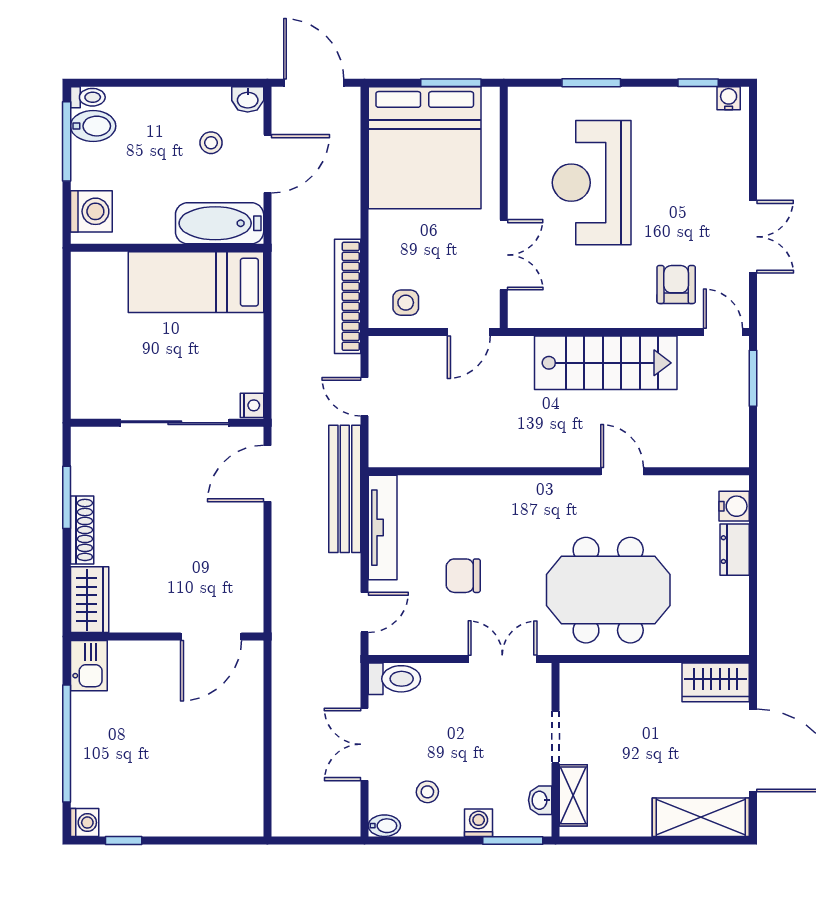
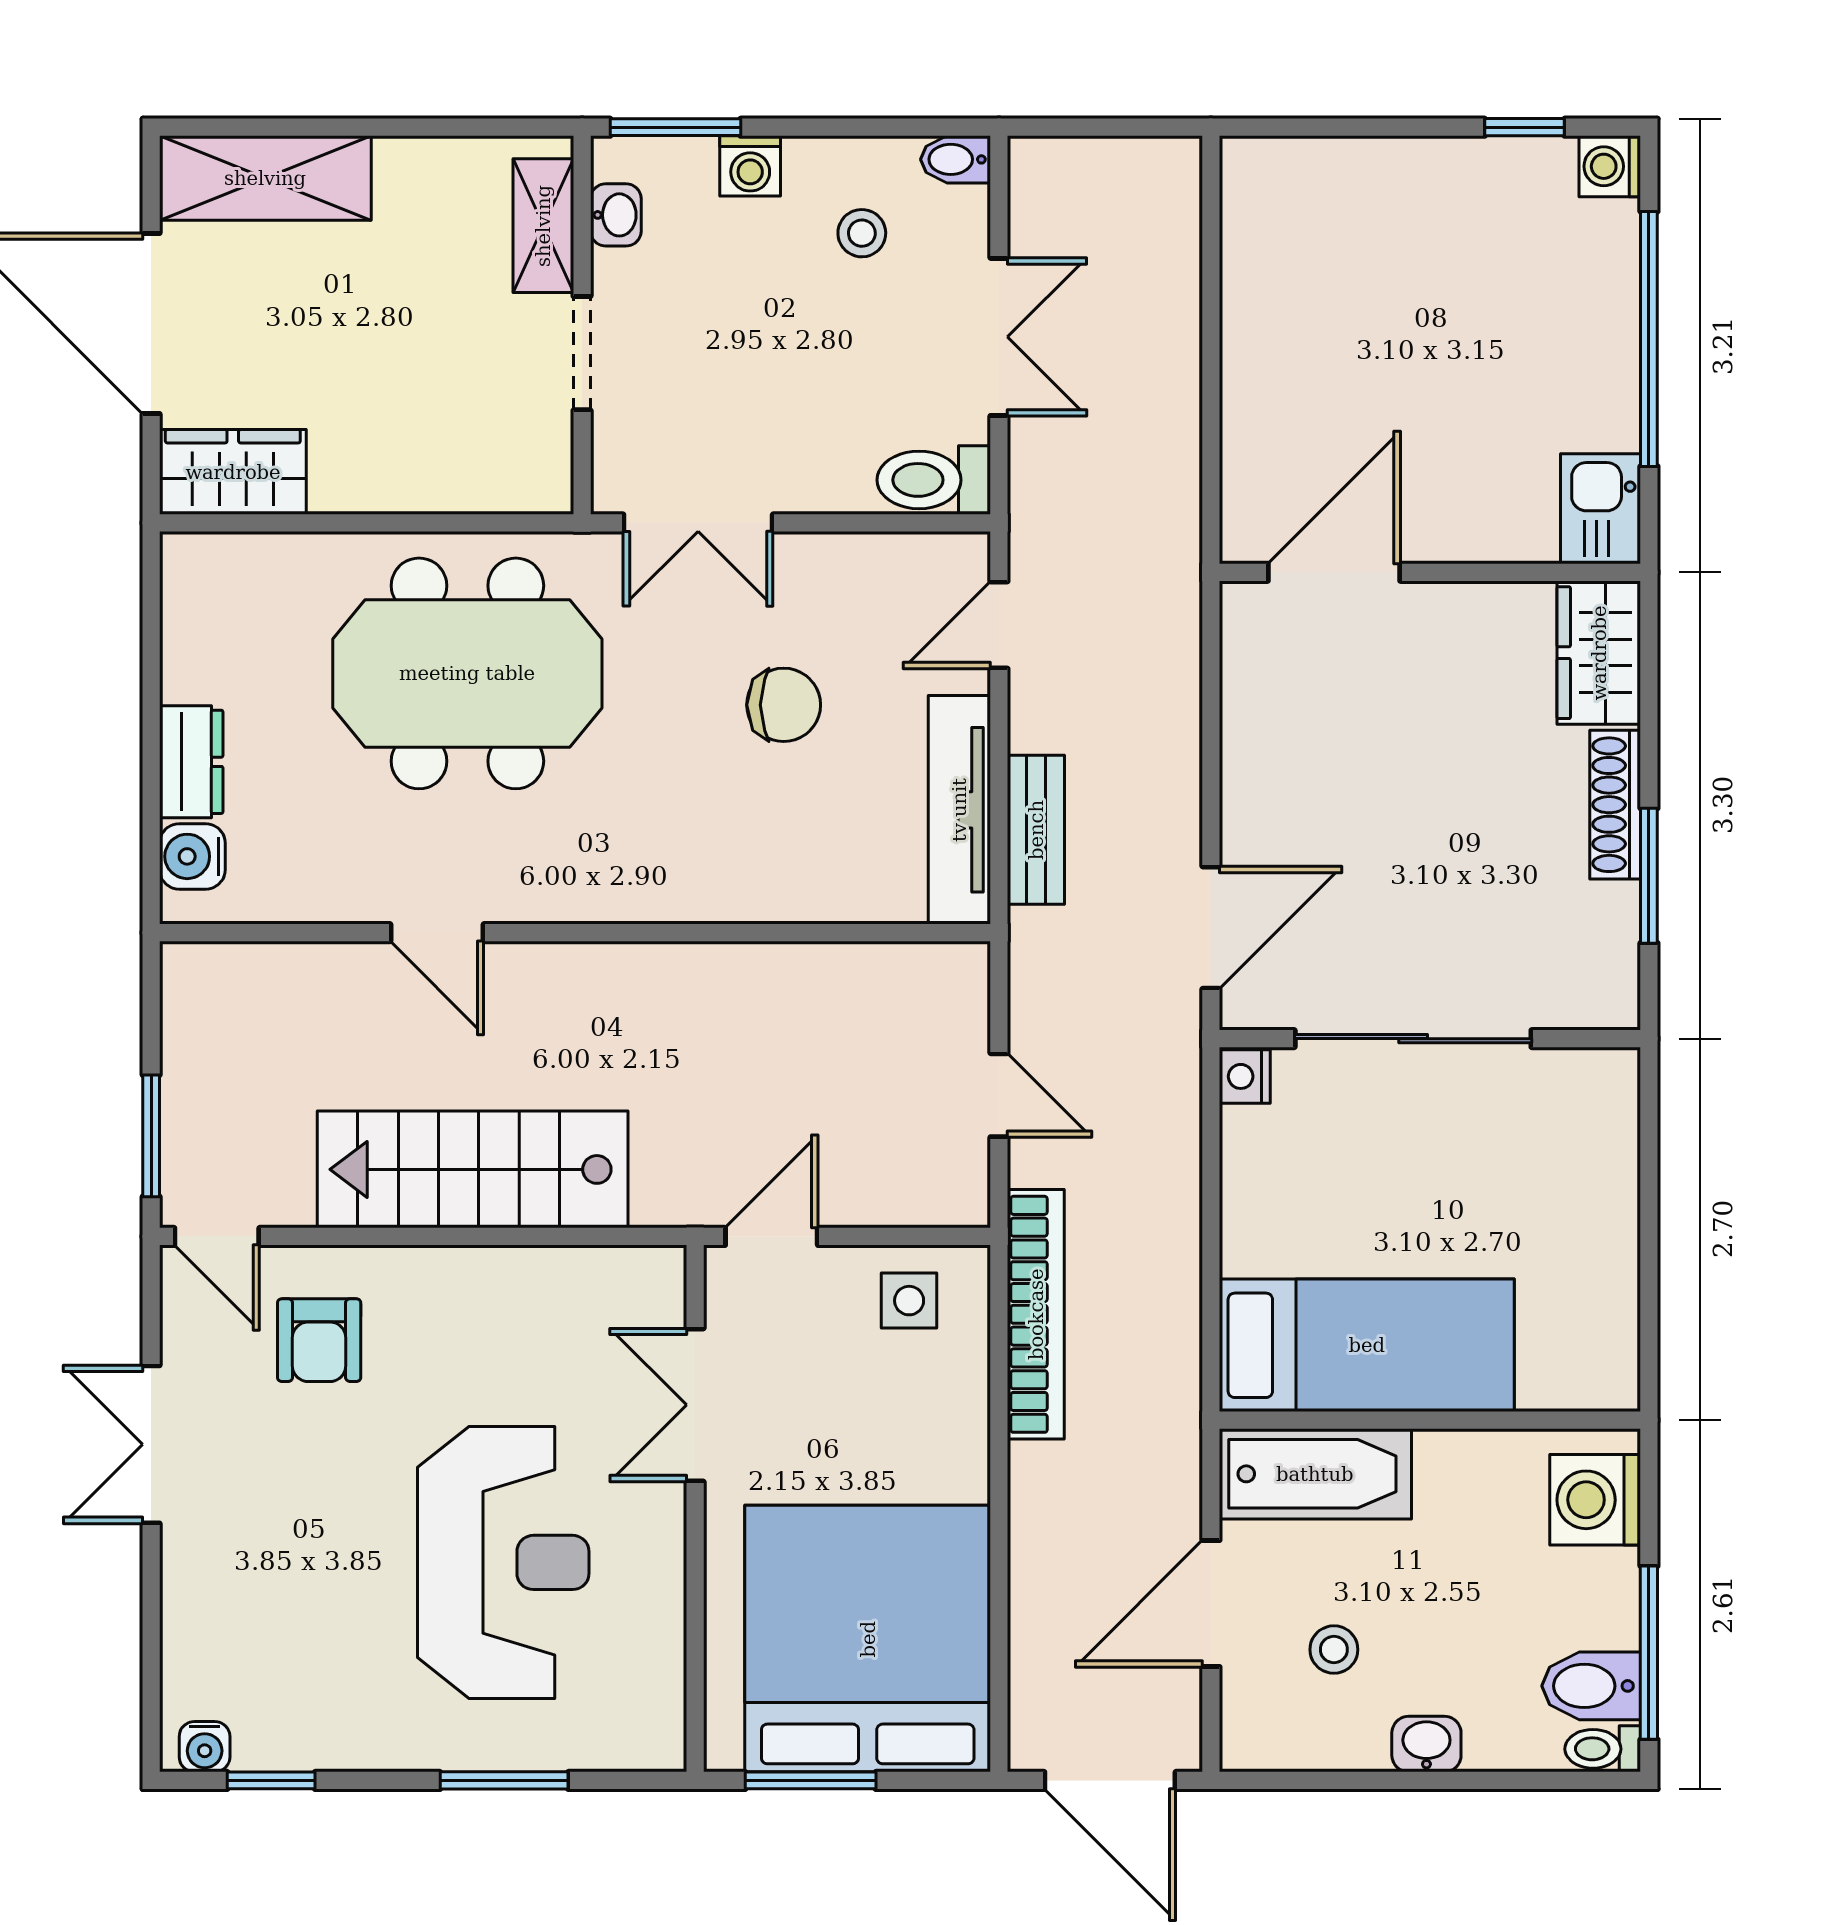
washbasin: (248, 99) -> (1426, 1744), moved
bench: (345, 489) -> (1036, 830), width x0.54, depth x0.82

